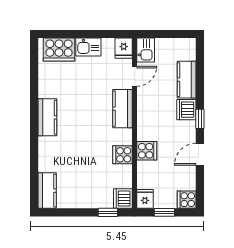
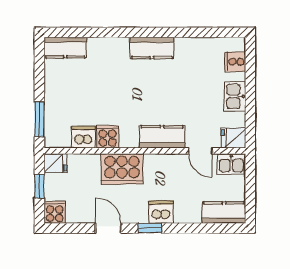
cooker: (59, 49) -> (235, 62), width x0.53, depth x0.76
kitchen counter: (187, 80) -> (224, 212), moved
cooker: (147, 151) -> (122, 169), width x1.87, depth x1.31
dishwasher: (123, 199) -> (84, 137), moved
window: (108, 212) -> (39, 119), width x1.50

